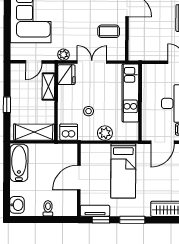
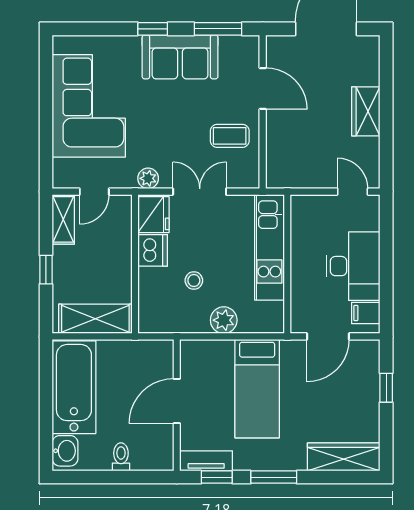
shelving: (48, 87) -> (63, 219), moved
dishwasher: (69, 132) -> (153, 250), moved, turned 90
bathtub: (19, 163) -> (74, 387), width x1.36, depth x1.36

